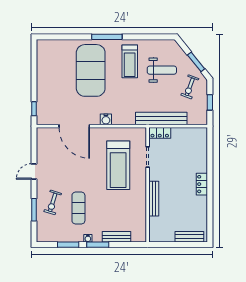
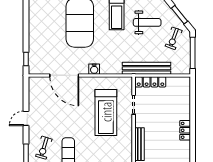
window: (210, 102) -> (193, 53), width x2.17
locker: (160, 133) -> (151, 82), width x1.53

